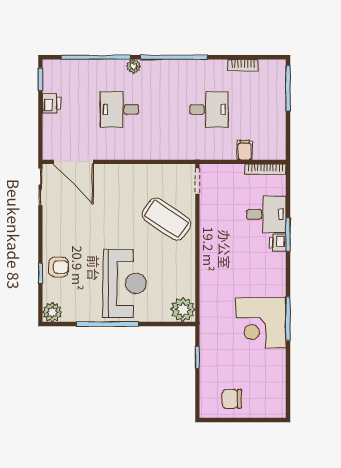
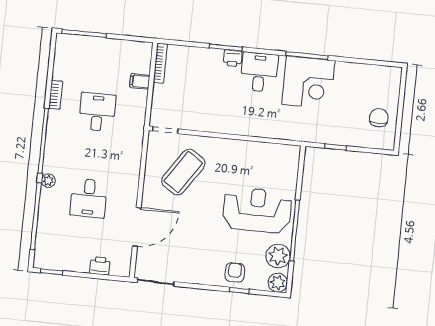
bookcase: (243, 65) -> (56, 95), moved
printer: (51, 103) -> (100, 266), moved
door: (73, 162) -> (137, 227), moved
desk: (266, 214) -> (259, 72), moved
coffee table: (167, 219) -> (183, 172), moved
plant: (183, 310) -> (278, 256), moved
chair: (232, 399) -> (379, 118), turned 180

